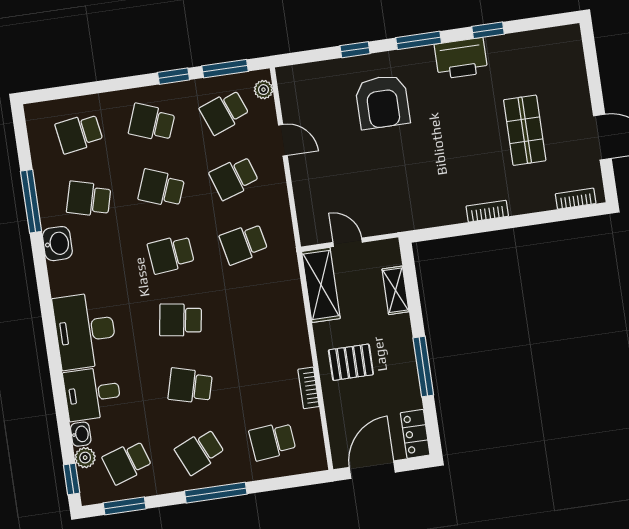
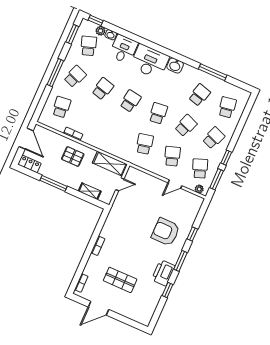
washbasin: (57, 244) -> (175, 66), moved
pallet: (351, 362) -> (73, 156), turned 90
school desk: (200, 452) -> (75, 76), turned 45

